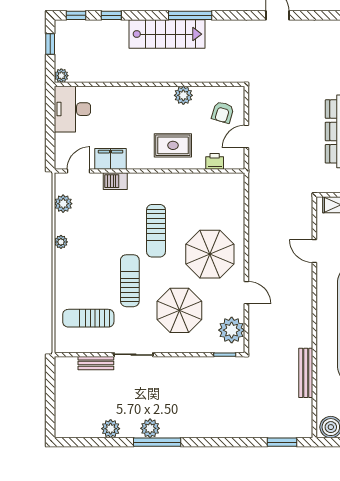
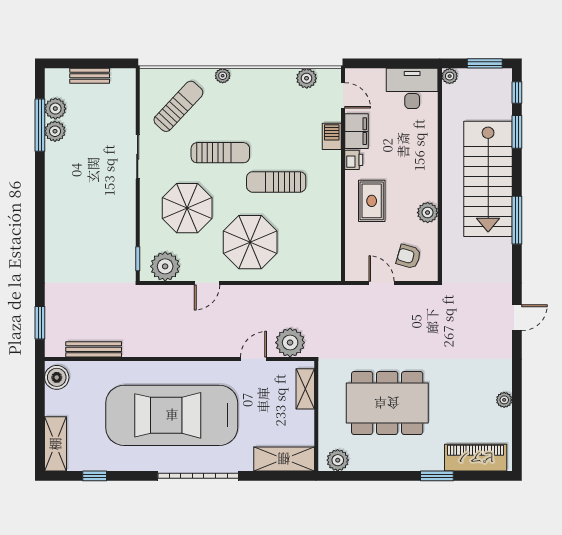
window: (111, 15) -> (517, 132), width x1.50
stairs: (167, 34) -> (488, 179), width x1.36, depth x1.51
window: (50, 44) -> (485, 63), width x1.50
printer: (215, 161) -> (354, 160), moved
plant: (300, 218) -> (290, 343), added
plant: (61, 242) -> (223, 76), moved
sun lounger: (88, 318) -> (178, 106), turned 43
bench: (96, 363) -> (90, 76), moved, turned 90
bench: (306, 373) -> (94, 349), moved
plant: (150, 428) -> (55, 109), moved
window: (157, 442) -> (40, 125), moved

